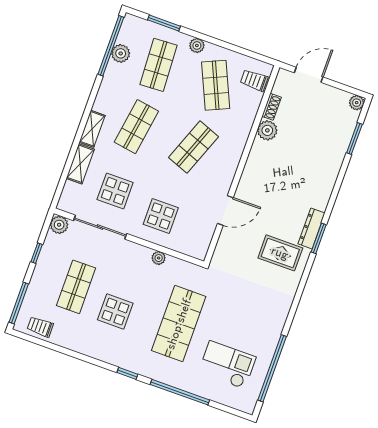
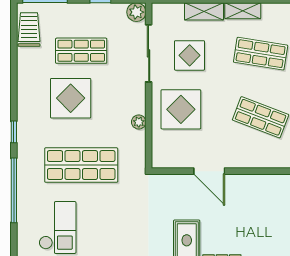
display table: (161, 216) -> (181, 109), width x1.36, depth x1.36
display table: (115, 312) -> (71, 98), width x1.36, depth x1.36
trolley: (40, 327) -> (29, 29), width x1.36, depth x1.39

